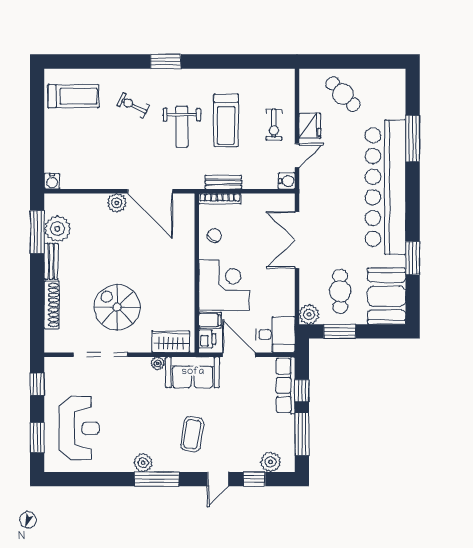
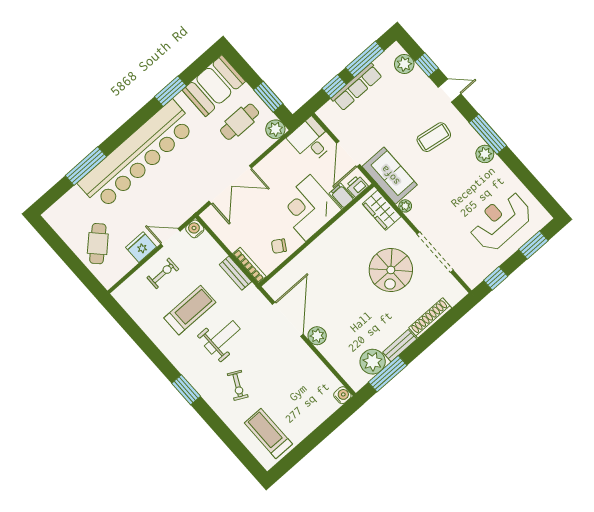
row of seats: (286, 385) -> (357, 87), moved

